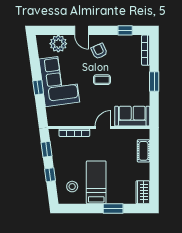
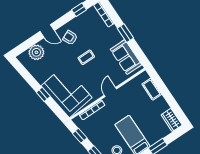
corner sofa: (59, 80) -> (67, 92), moved
sofa: (132, 116) -> (126, 57), moved, turned -90

